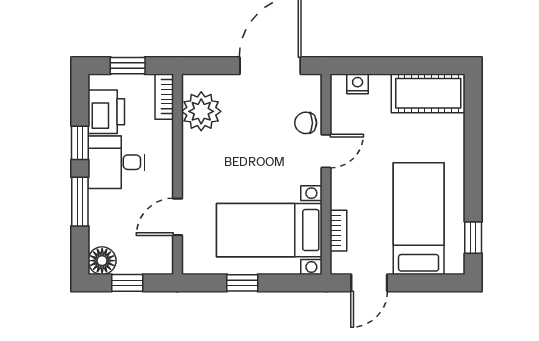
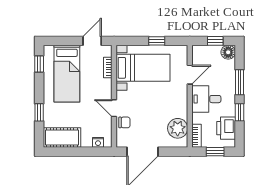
window: (473, 143) -> (39, 112), added
door: (326, 151) -> (114, 108), hinge flipped
desk: (116, 162) -> (206, 99), moved, turned 180

